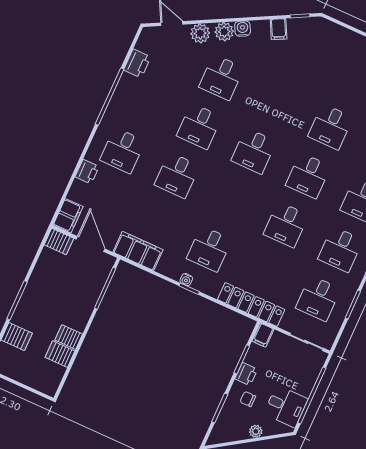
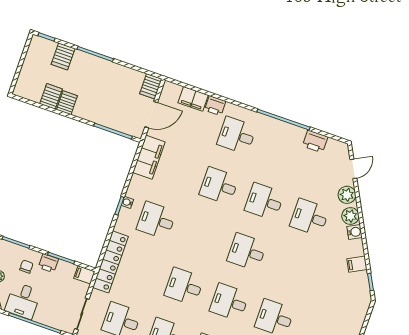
filing cabinet: (68, 216) -> (193, 99), moved

